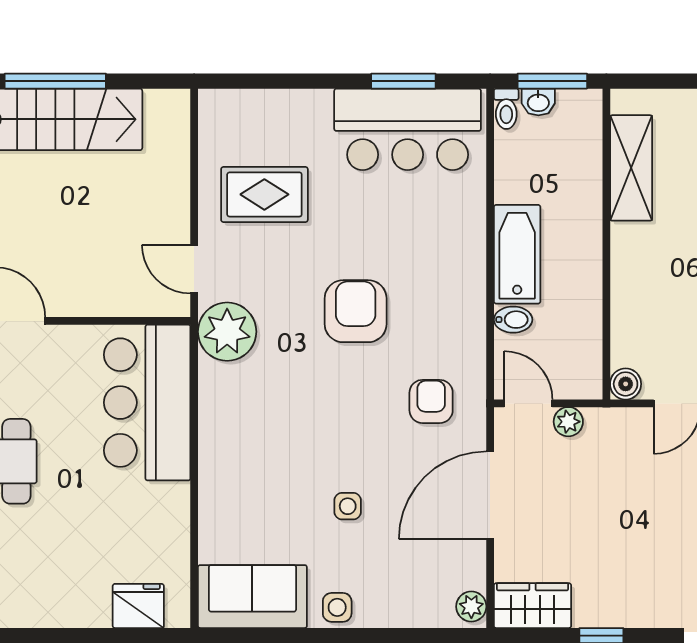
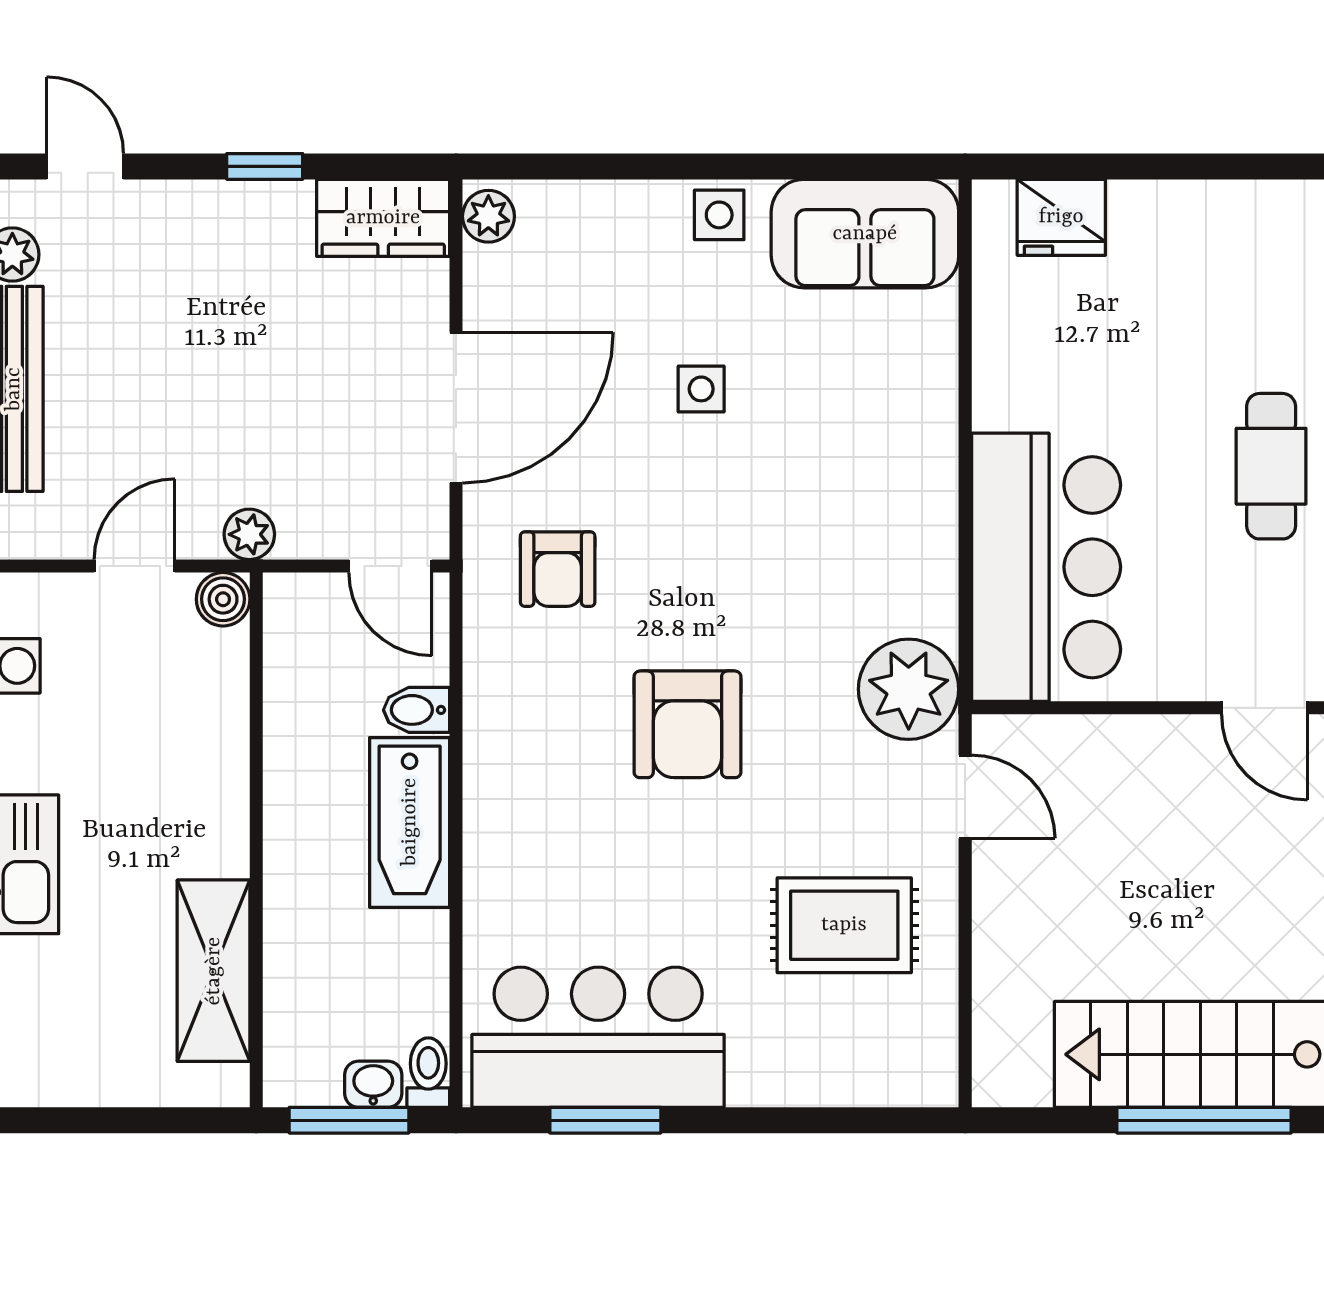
plant: (568, 422) -> (249, 534), moved

